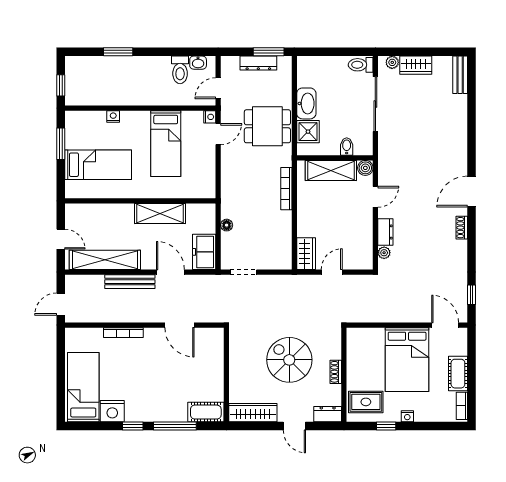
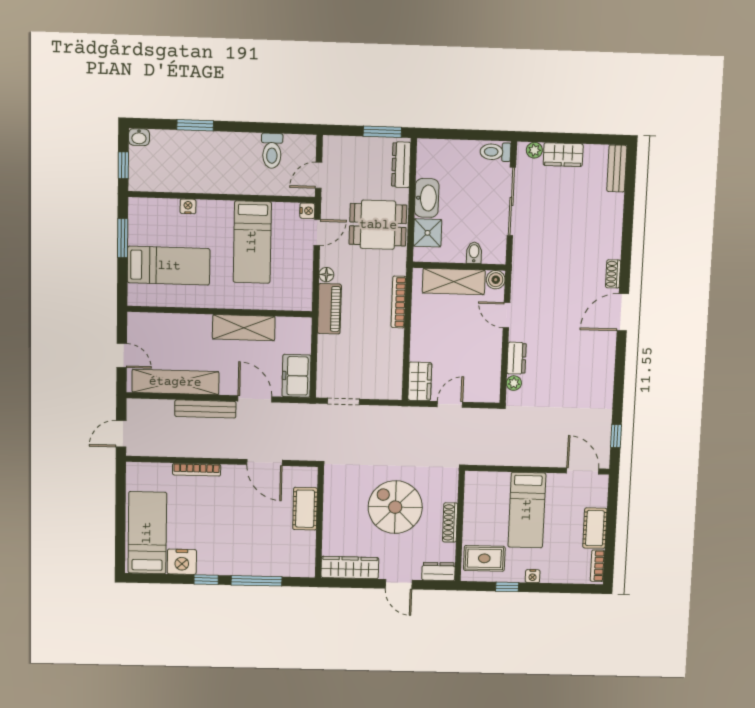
washbasin: (198, 63) -> (139, 137), moved
dresser: (258, 63) -> (401, 165), moved, turned 90
piano: (230, 196) -> (329, 309), added
door: (375, 197) -> (506, 315), swing flipped
floor lamp: (227, 225) -> (326, 275), moved
shoe rack: (462, 228) -> (613, 274), moved
bed: (407, 360) -> (527, 510), width x0.67
shoe rack: (336, 372) -> (450, 522), width x1.43
cot: (206, 412) -> (305, 509), moved, turned 90

